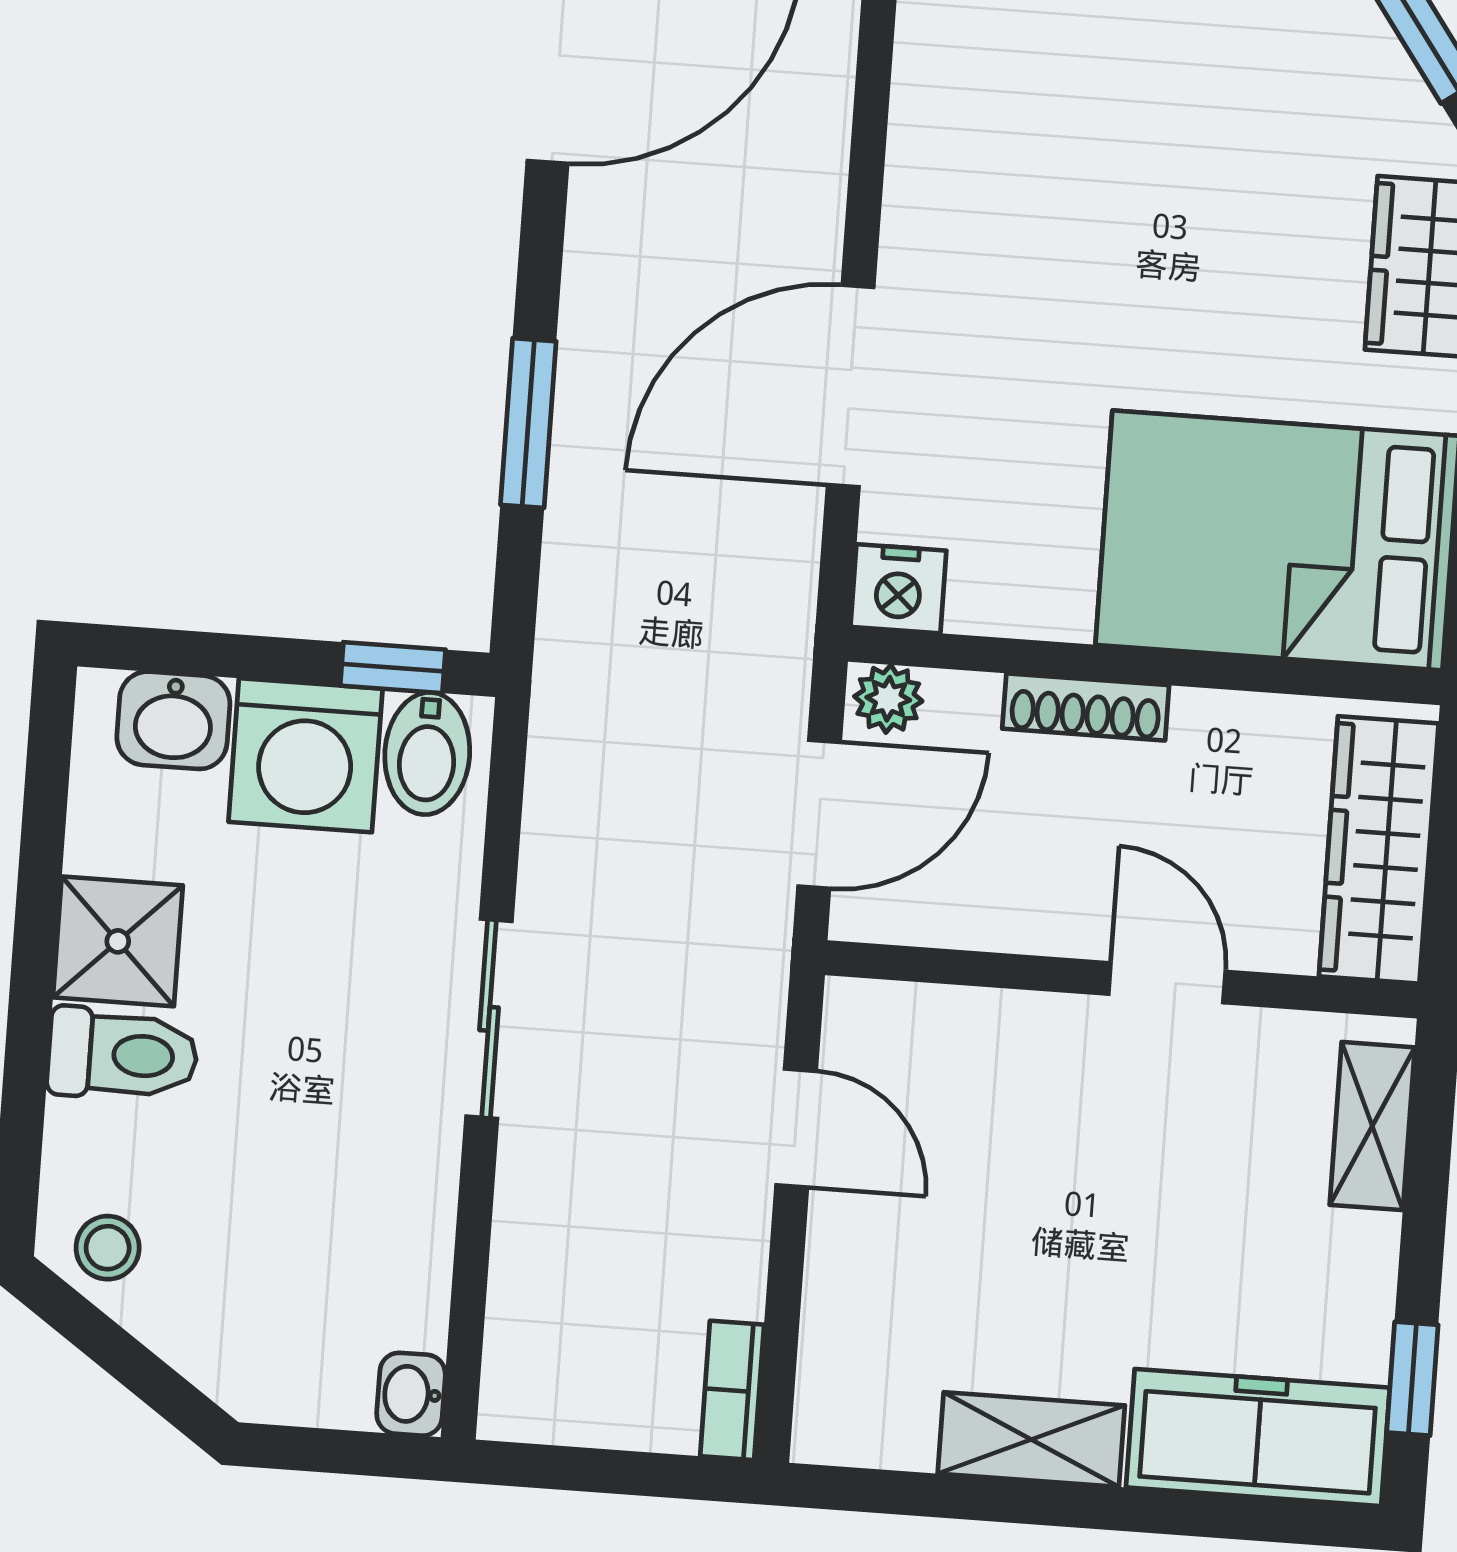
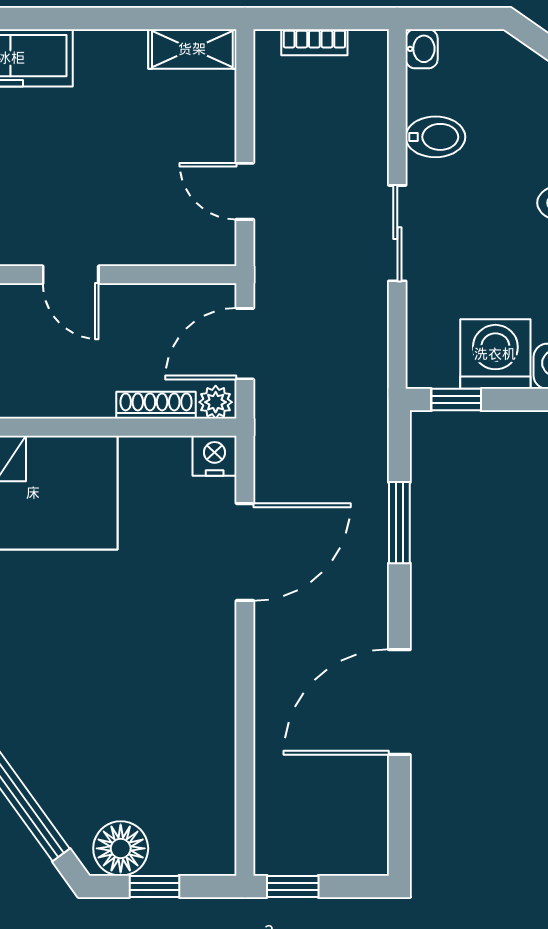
shoe rack: (1086, 707) -> (156, 405), moved
bidet: (427, 753) -> (435, 137), moved, turned 90
bookcase: (732, 1390) -> (314, 42), moved, turned 90
shelving: (1031, 1439) -> (192, 49), moved

